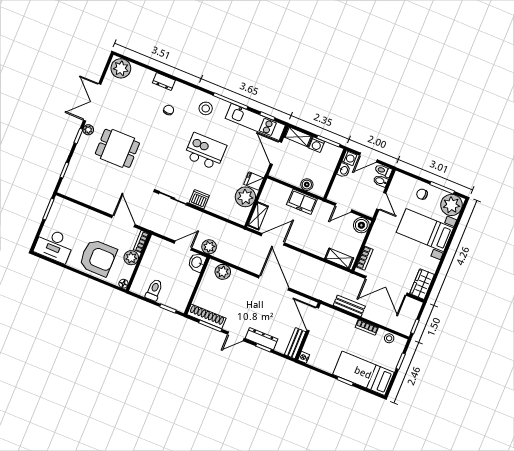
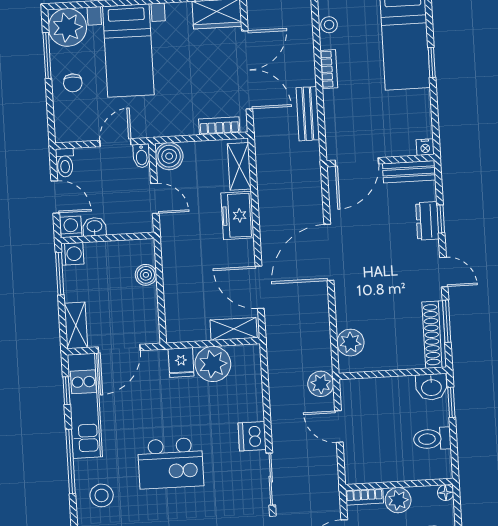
washing machine: (317, 145) -> (72, 254), moved
kitchen island: (205, 151) -> (171, 463), turned -90
bidet: (381, 181) -> (142, 156), moved
freezer: (302, 202) -> (237, 215), moved, turned 180
washbasin: (197, 262) -> (431, 387), moved
dresser: (261, 339) -> (427, 221), width x0.70

